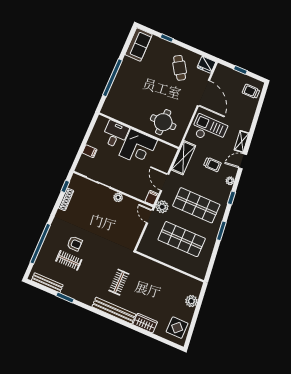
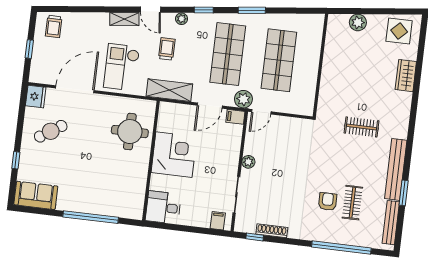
desk: (115, 134) -> (163, 208), moved
filing cabinet: (90, 151) -> (218, 221), moved
bench: (114, 311) -> (396, 169), moved

